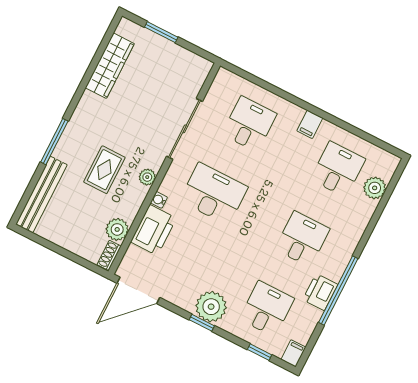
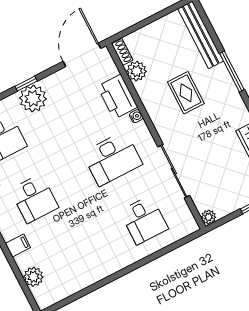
filing cabinet: (310, 124) -> (18, 246), moved, turned 90
desk: (338, 169) -> (66, 260), removed
plant: (147, 177) -> (209, 217), moved

